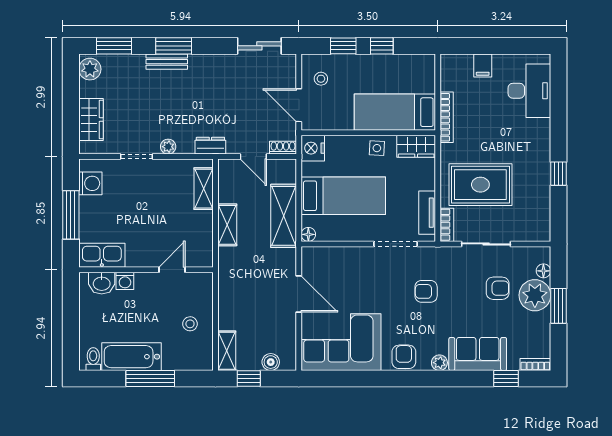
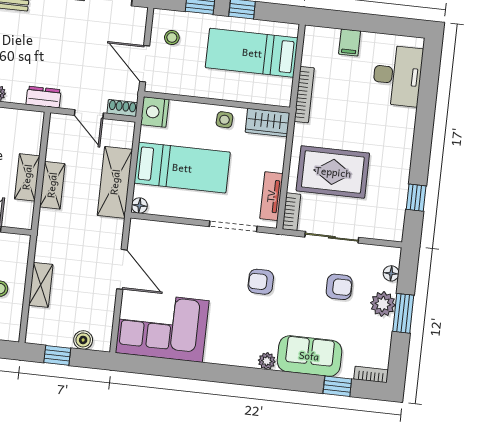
bed: (395, 112) -> (252, 53), moved
window: (558, 174) -> (416, 198), moved
shelving: (204, 189) -> (27, 177), moved
plant: (535, 295) -> (383, 304), width x0.73, depth x0.73
shelving: (227, 351) -> (41, 285), moved
armchair: (404, 357) -> (229, 350), removed

